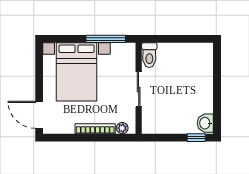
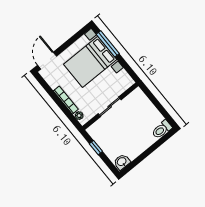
window: (106, 39) -> (108, 44), moved
toilet: (149, 55) -> (162, 129), moved
window: (196, 138) -> (96, 148), moved

